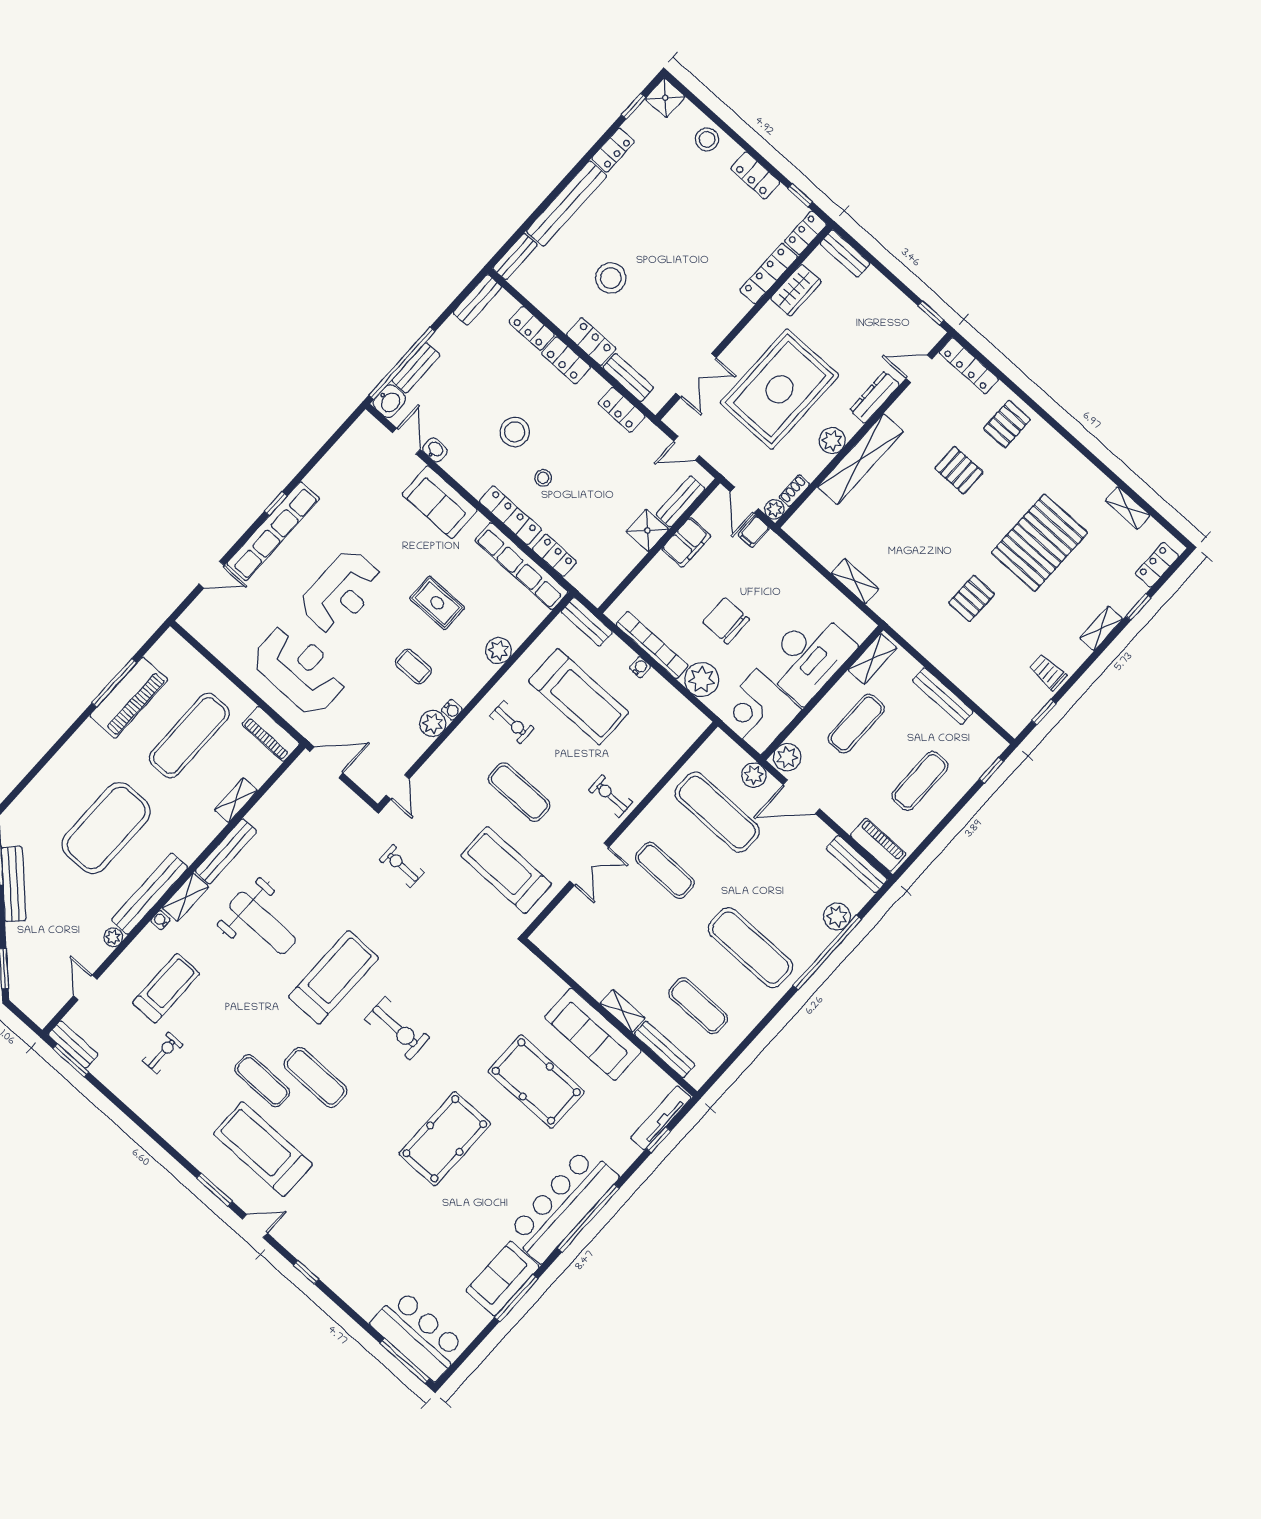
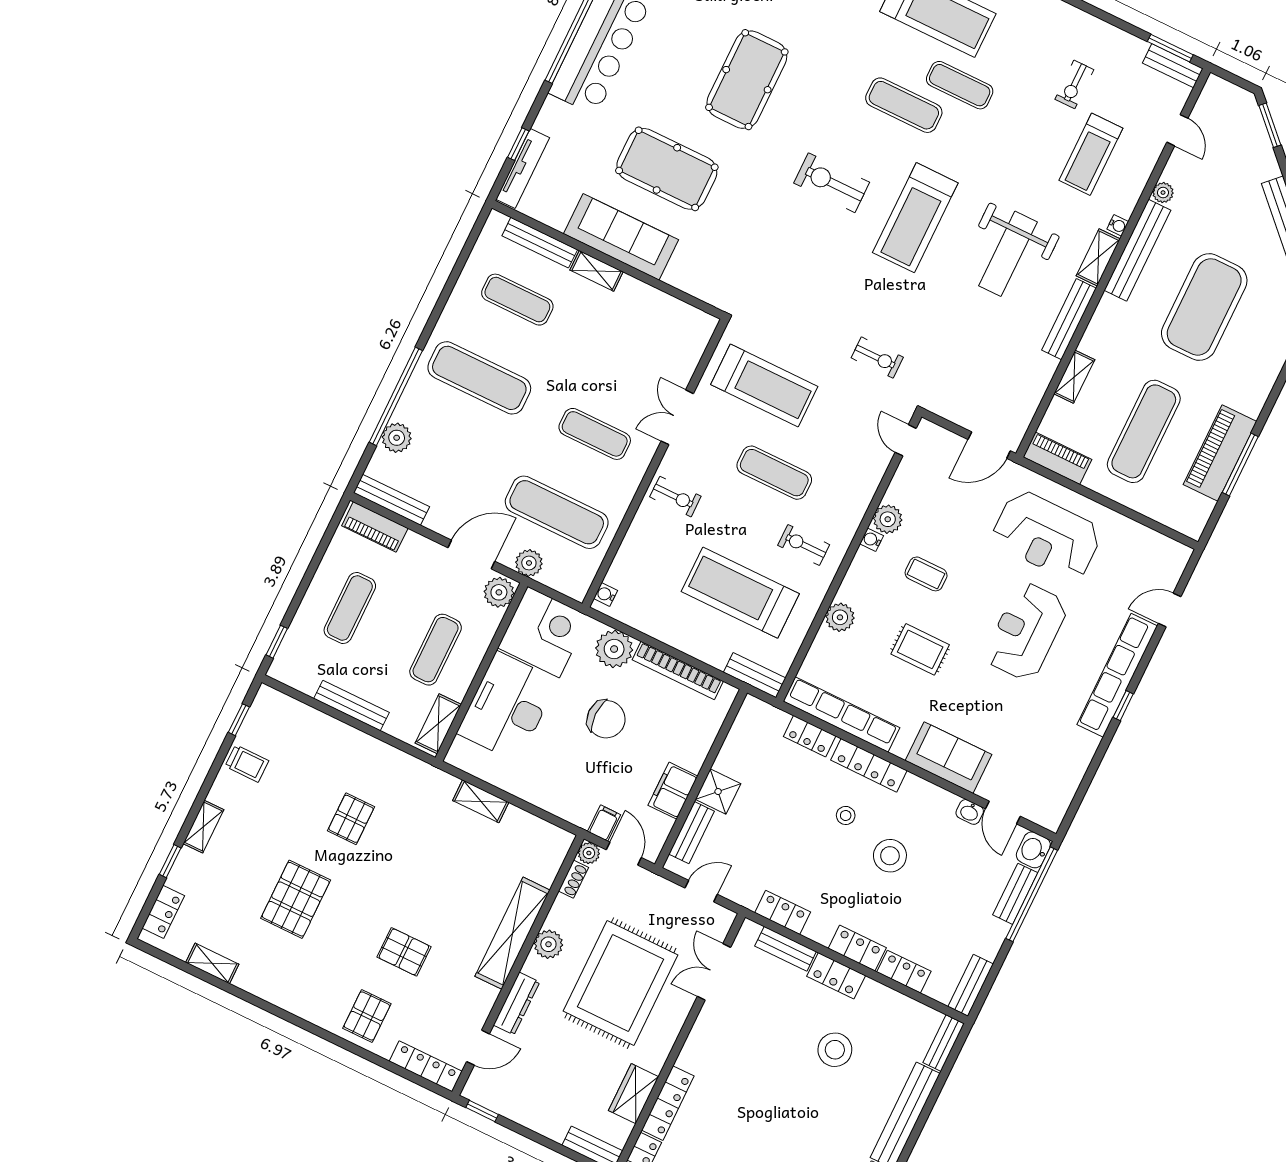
pallet: (1039, 543) -> (296, 899), width x0.73, depth x0.71
water cooler: (640, 667) -> (606, 594), moved, turned 90
weight bench: (263, 923) -> (1008, 254), turned -90

